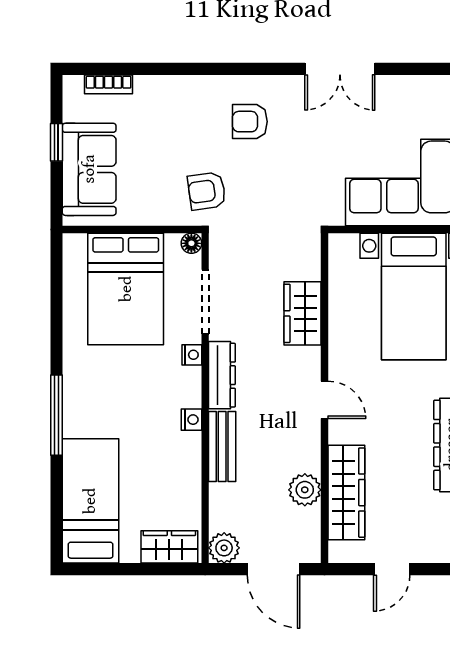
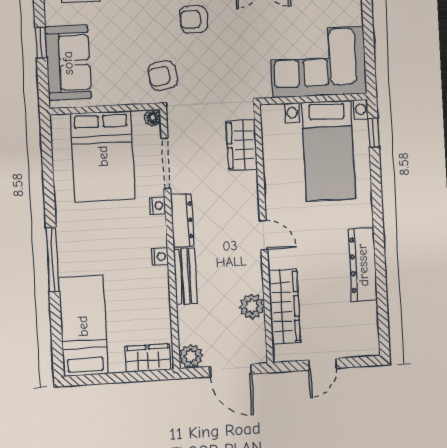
wardrobe: (303, 313) -> (242, 145), moved

